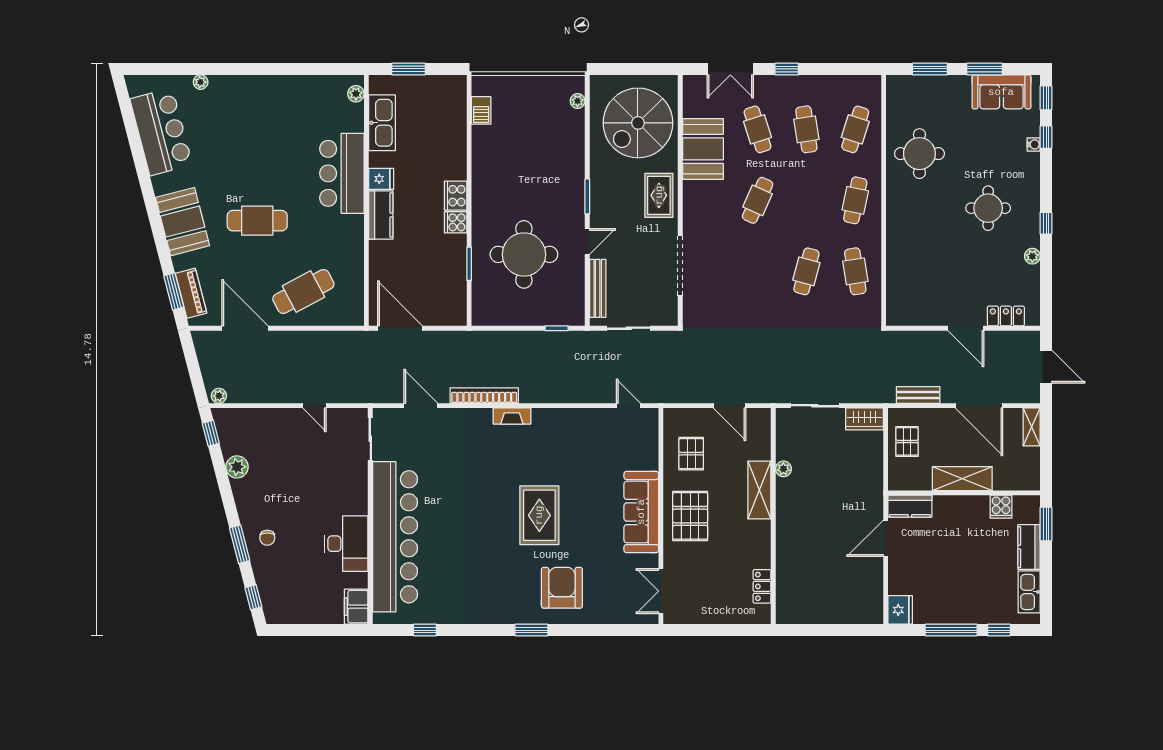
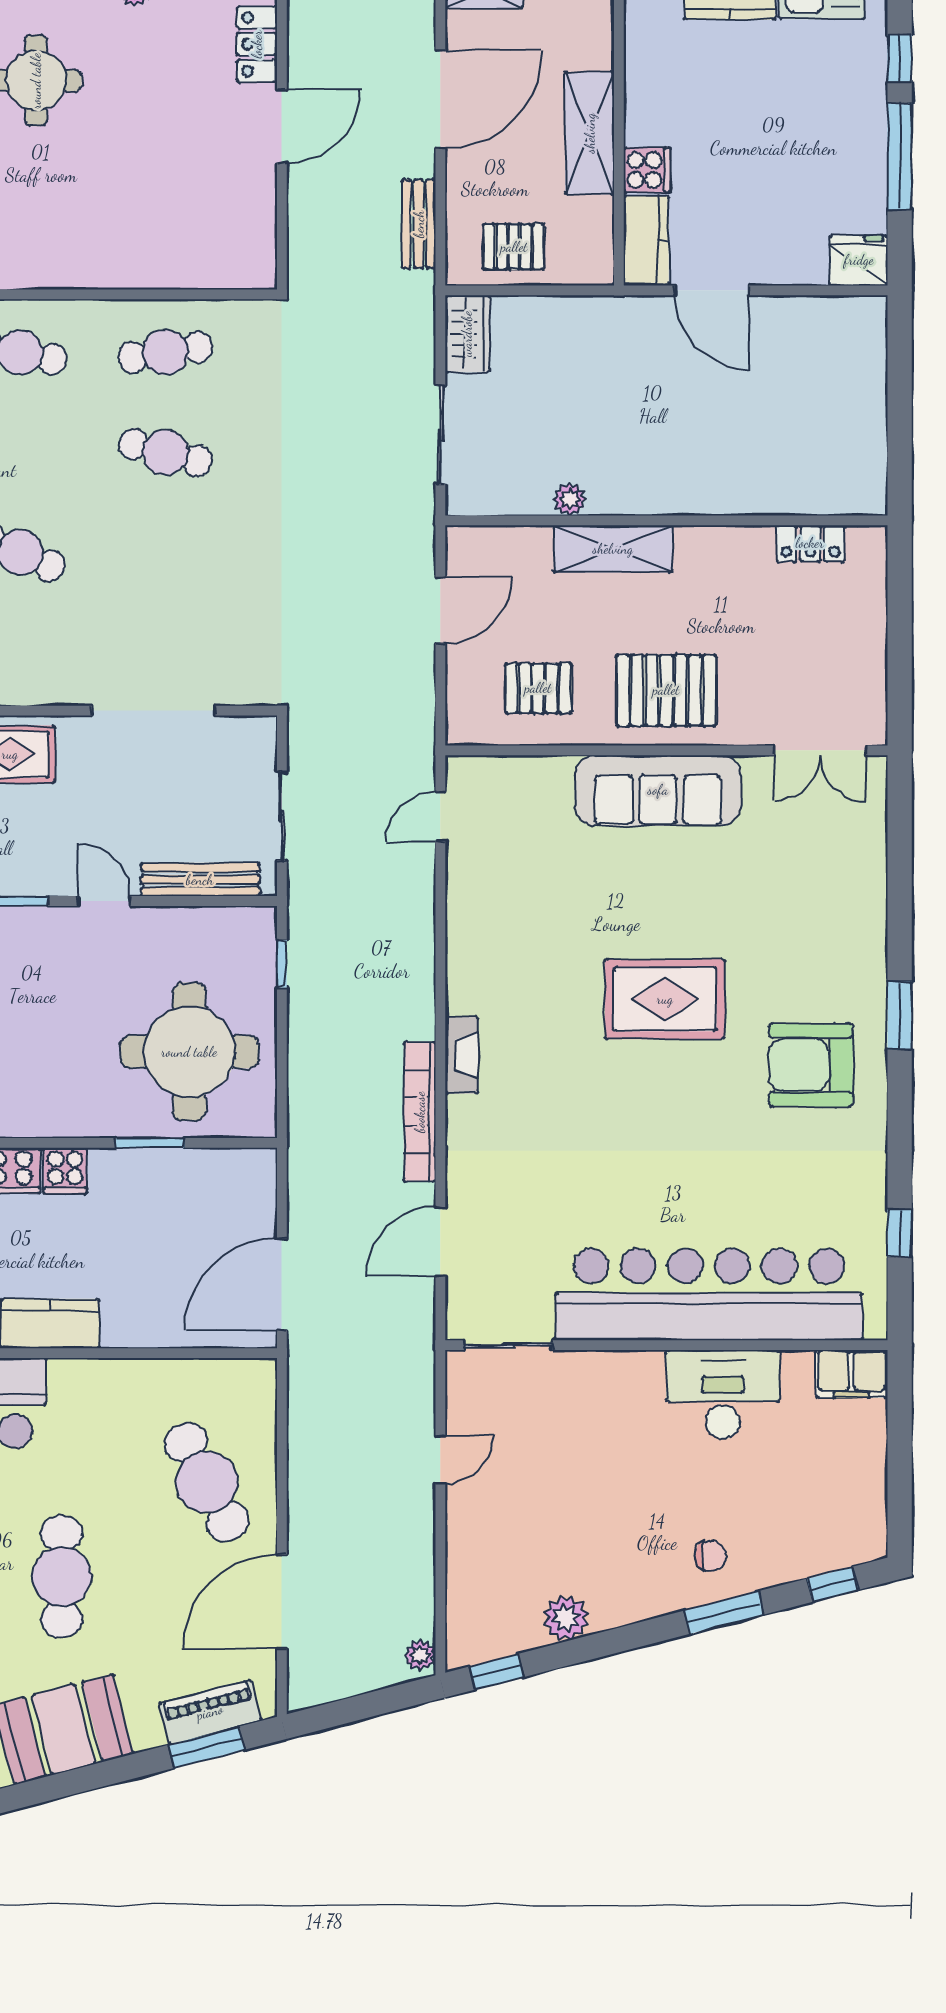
round table: (524, 254) -> (189, 1052), moved
cooker: (1001, 507) -> (647, 170), moved
armchair: (562, 588) -> (811, 1065), moved

